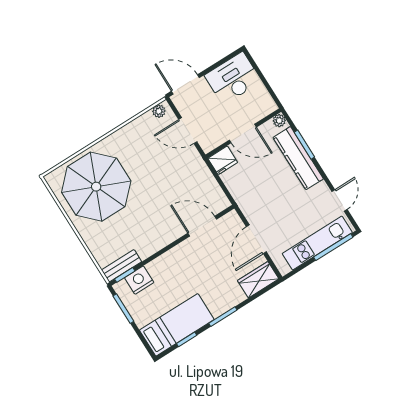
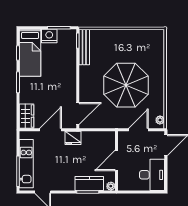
kitchen counter: (298, 158) -> (89, 183), width x0.67
fridge: (223, 160) -> (73, 138), moved, turned -90
parasol: (96, 187) -> (126, 85), moved
door: (202, 226) -> (78, 114), moved
door: (256, 239) -> (51, 130), hinge flipped
bench: (122, 266) -> (84, 47), width x1.36
nightstand: (139, 280) -> (49, 36), moved, turned -90

